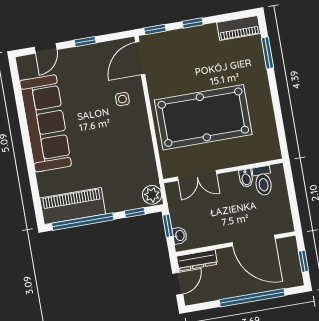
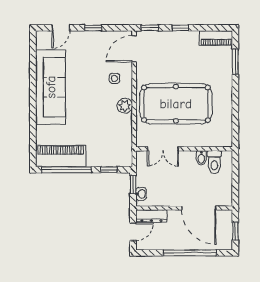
plant: (152, 195) -> (125, 106), moved

